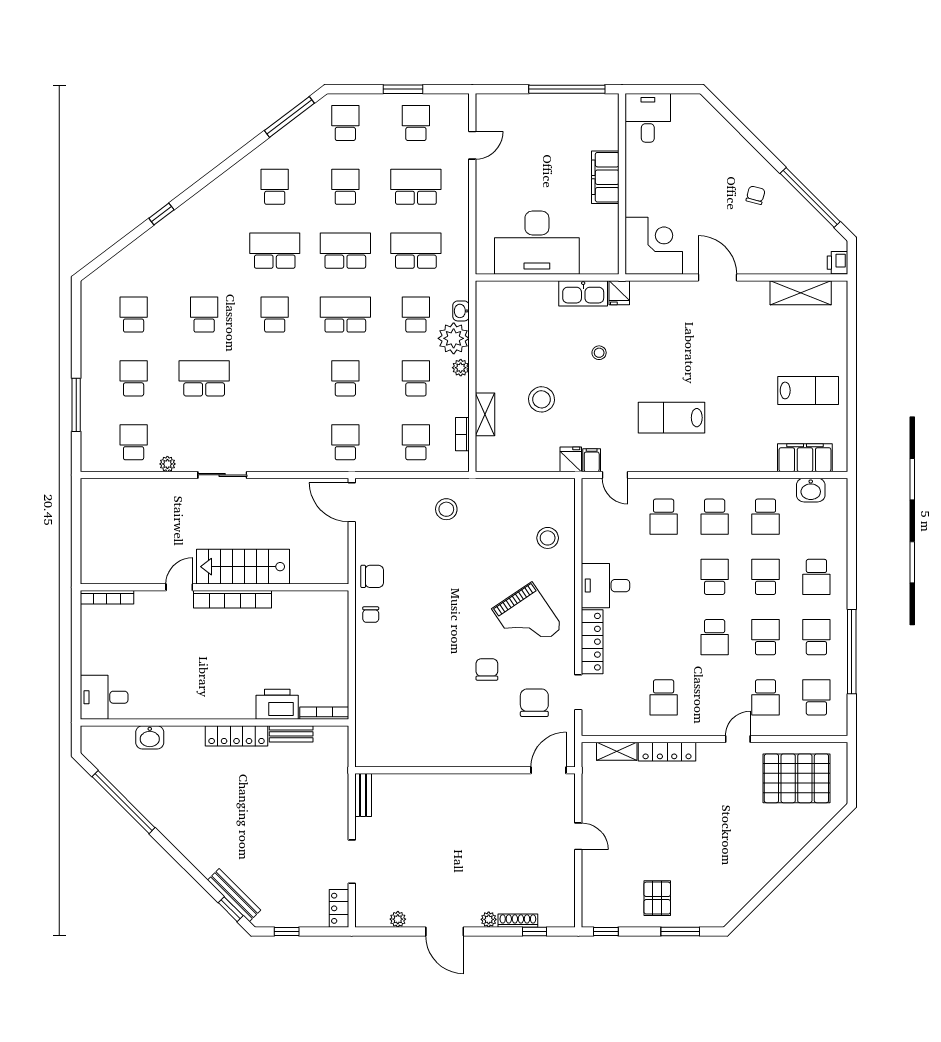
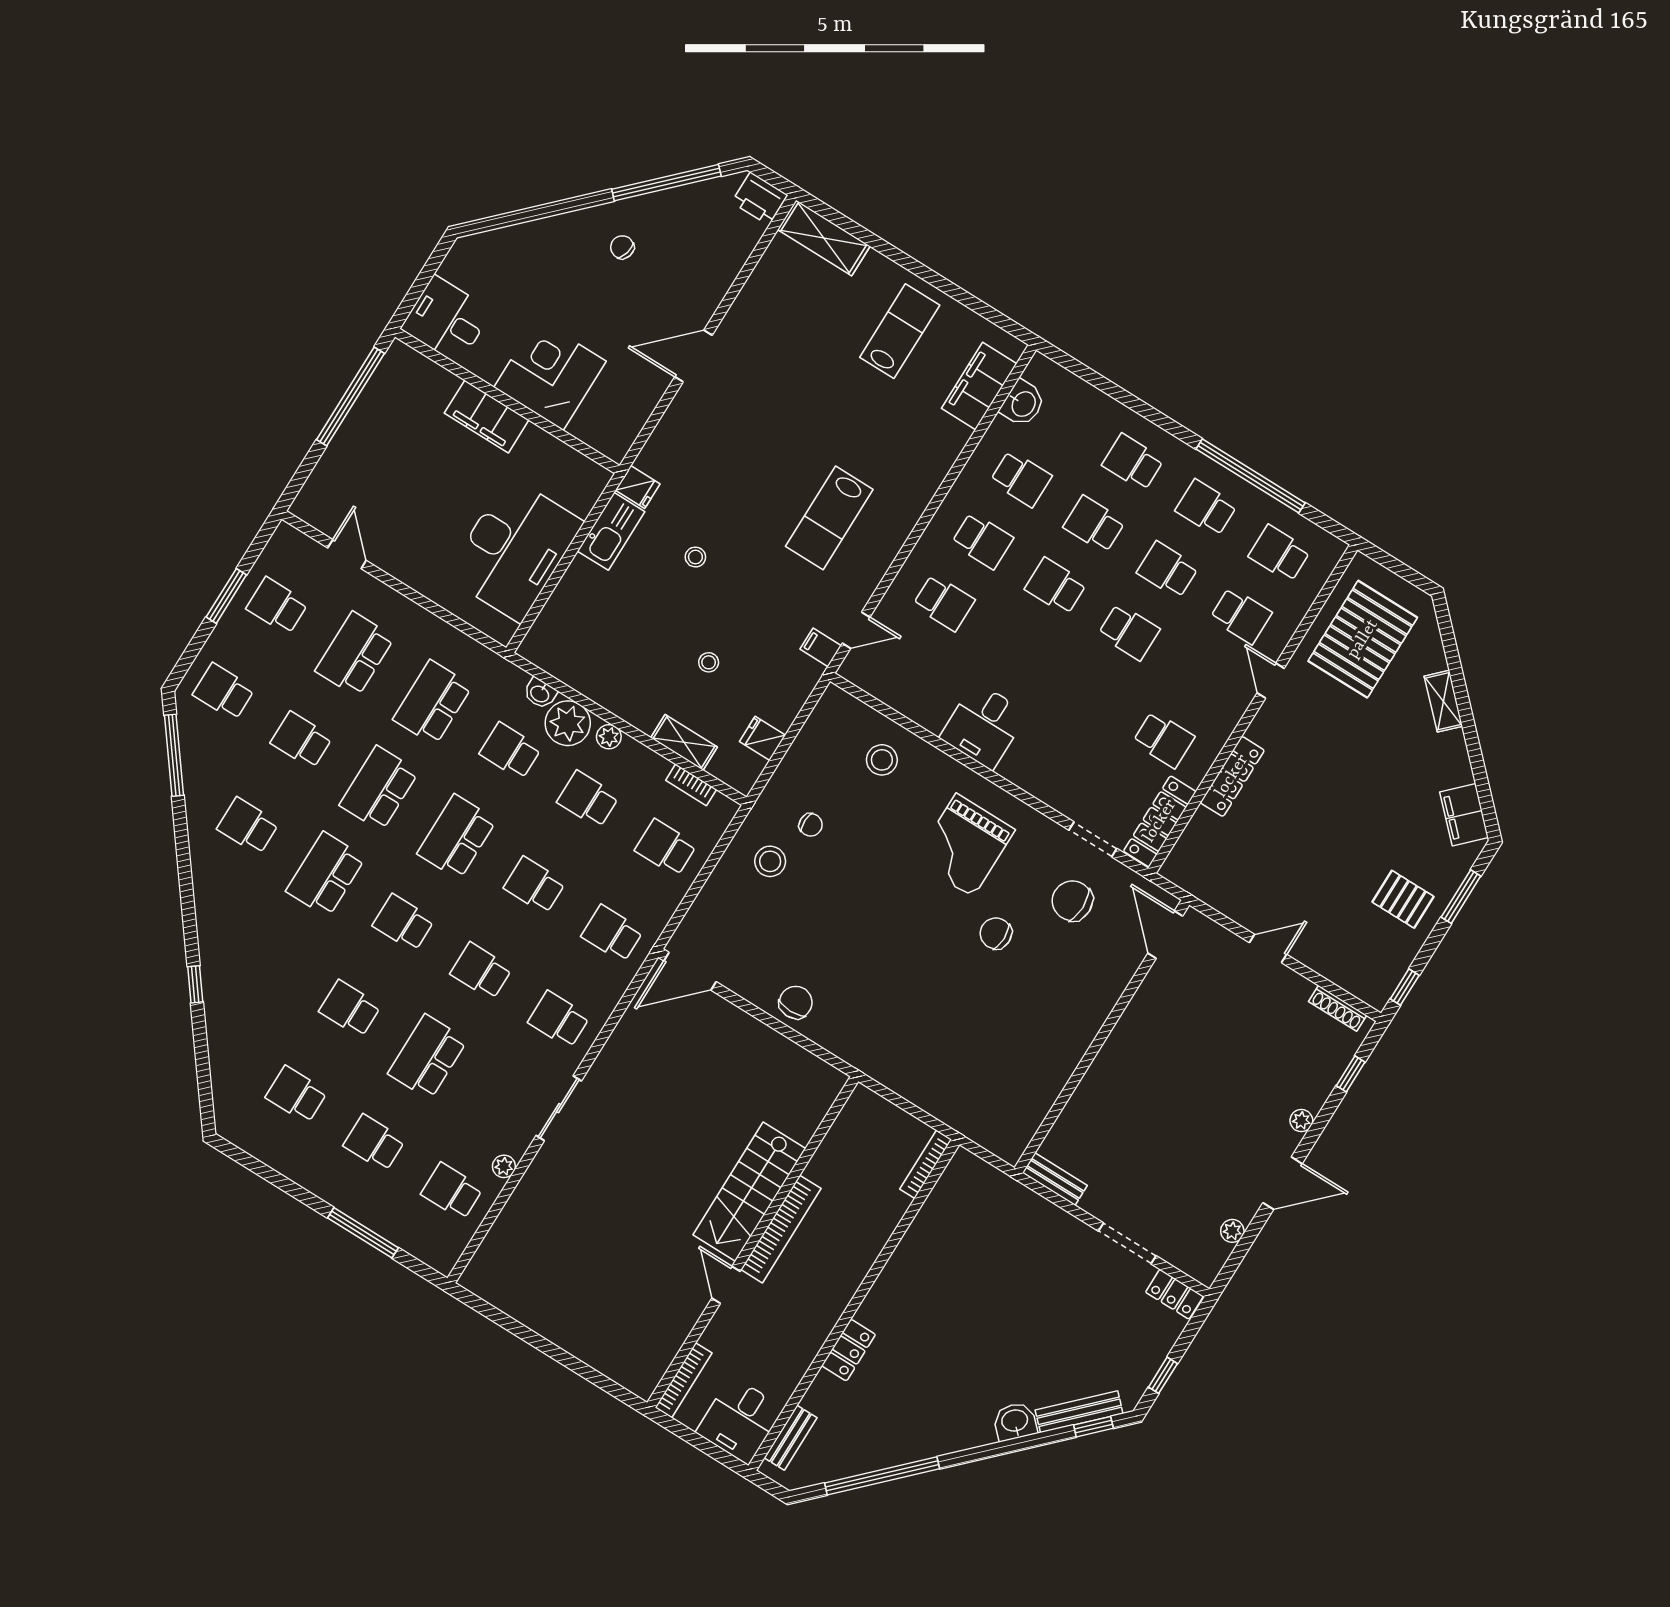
corner desk: (654, 246) -> (550, 374), moved
printer: (837, 263) -> (759, 199), width x1.36, depth x1.24
shelving: (801, 293) -> (824, 238), moved, turned 90
school desk: (275, 378) -> (481, 971), added
stool: (542, 399) -> (709, 662), width x0.53, depth x0.53
school desk: (275, 442) -> (559, 1019), added
fridge: (571, 459) -> (762, 738), moved
stairs: (243, 567) -> (749, 1192), moved
school desk: (816, 577) -> (1133, 462), turned 180
door: (179, 587) -> (726, 1285), moved
wall: (214, 587) -> (753, 1242), moved
bookcase: (107, 597) -> (684, 1380), moved
bookcase: (232, 599) -> (781, 1229), moved
chair: (371, 615) -> (811, 825), moved
grand piano: (527, 618) -> (965, 845), turned 124
locker: (592, 642) -> (1160, 821), moved, turned -90
printer: (277, 704) -> (879, 1215), removed
bench: (291, 734) -> (791, 1438), moved
locker: (237, 736) -> (849, 1350), moved, width x0.66
washbasin: (150, 737) -> (1015, 1422), moved, turned -135
shelving: (617, 751) -> (1443, 701), moved, turned -45
filing cabinet: (730, 903) -> (1464, 815), added
shoe rack: (518, 921) -> (1338, 1008), moved, turned -90

